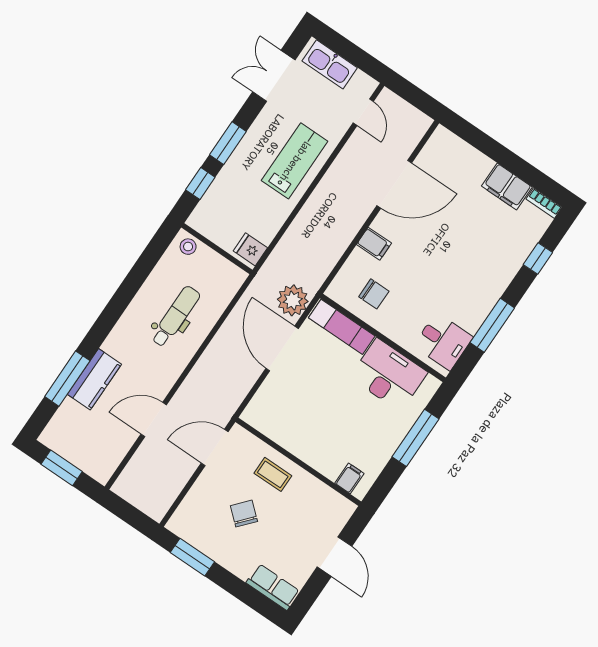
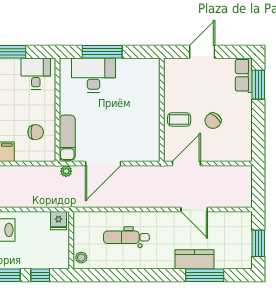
chair: (374, 294) -> (36, 132), turned 90
plant: (293, 300) -> (66, 171), width x0.53, depth x0.53
desk: (389, 375) -> (94, 75), moved, turned 90
door: (215, 447) -> (186, 163), swing flipped
coffee table: (273, 474) -> (179, 119), turned 90
filing cabinet: (349, 478) -> (151, 74), removed
window: (192, 557) -> (258, 85), moved

